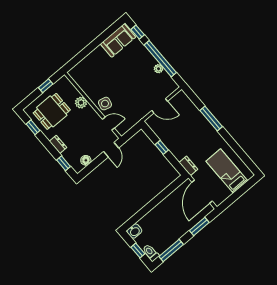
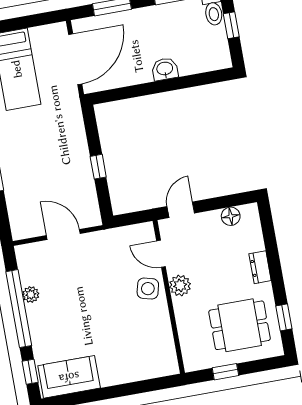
plant: (81, 103) -> (180, 285), moved
window: (64, 163) -> (269, 232), removed
dresser: (188, 166) -> (73, 113), removed
washbasin: (134, 231) -> (165, 69), moved

